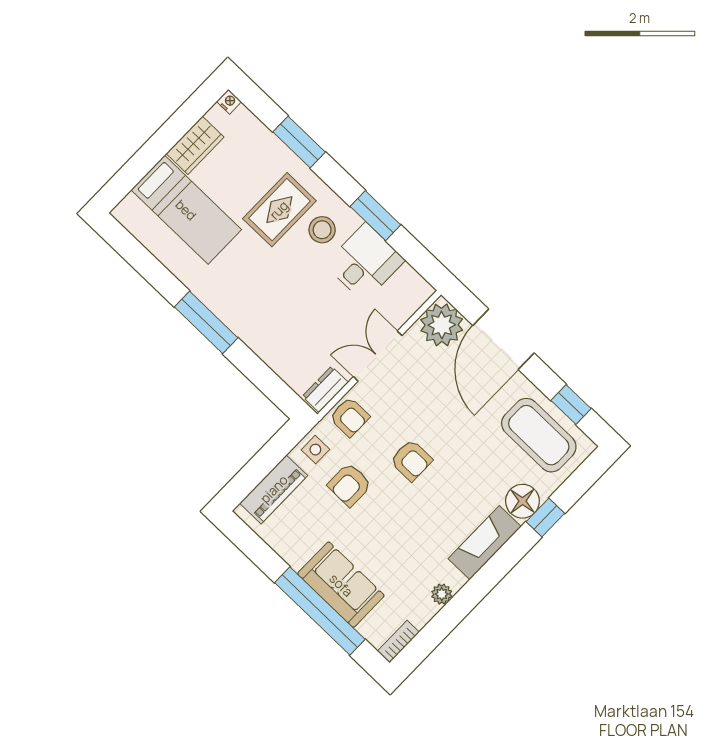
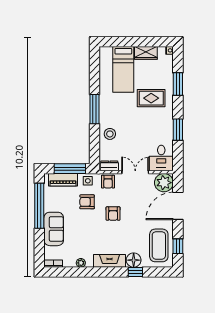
stool: (322, 230) -> (110, 134), moved
desk: (365, 262) -> (161, 158), moved, turned 90
window: (266, 460) -> (70, 169), added
window: (320, 611) -> (39, 206), moved

